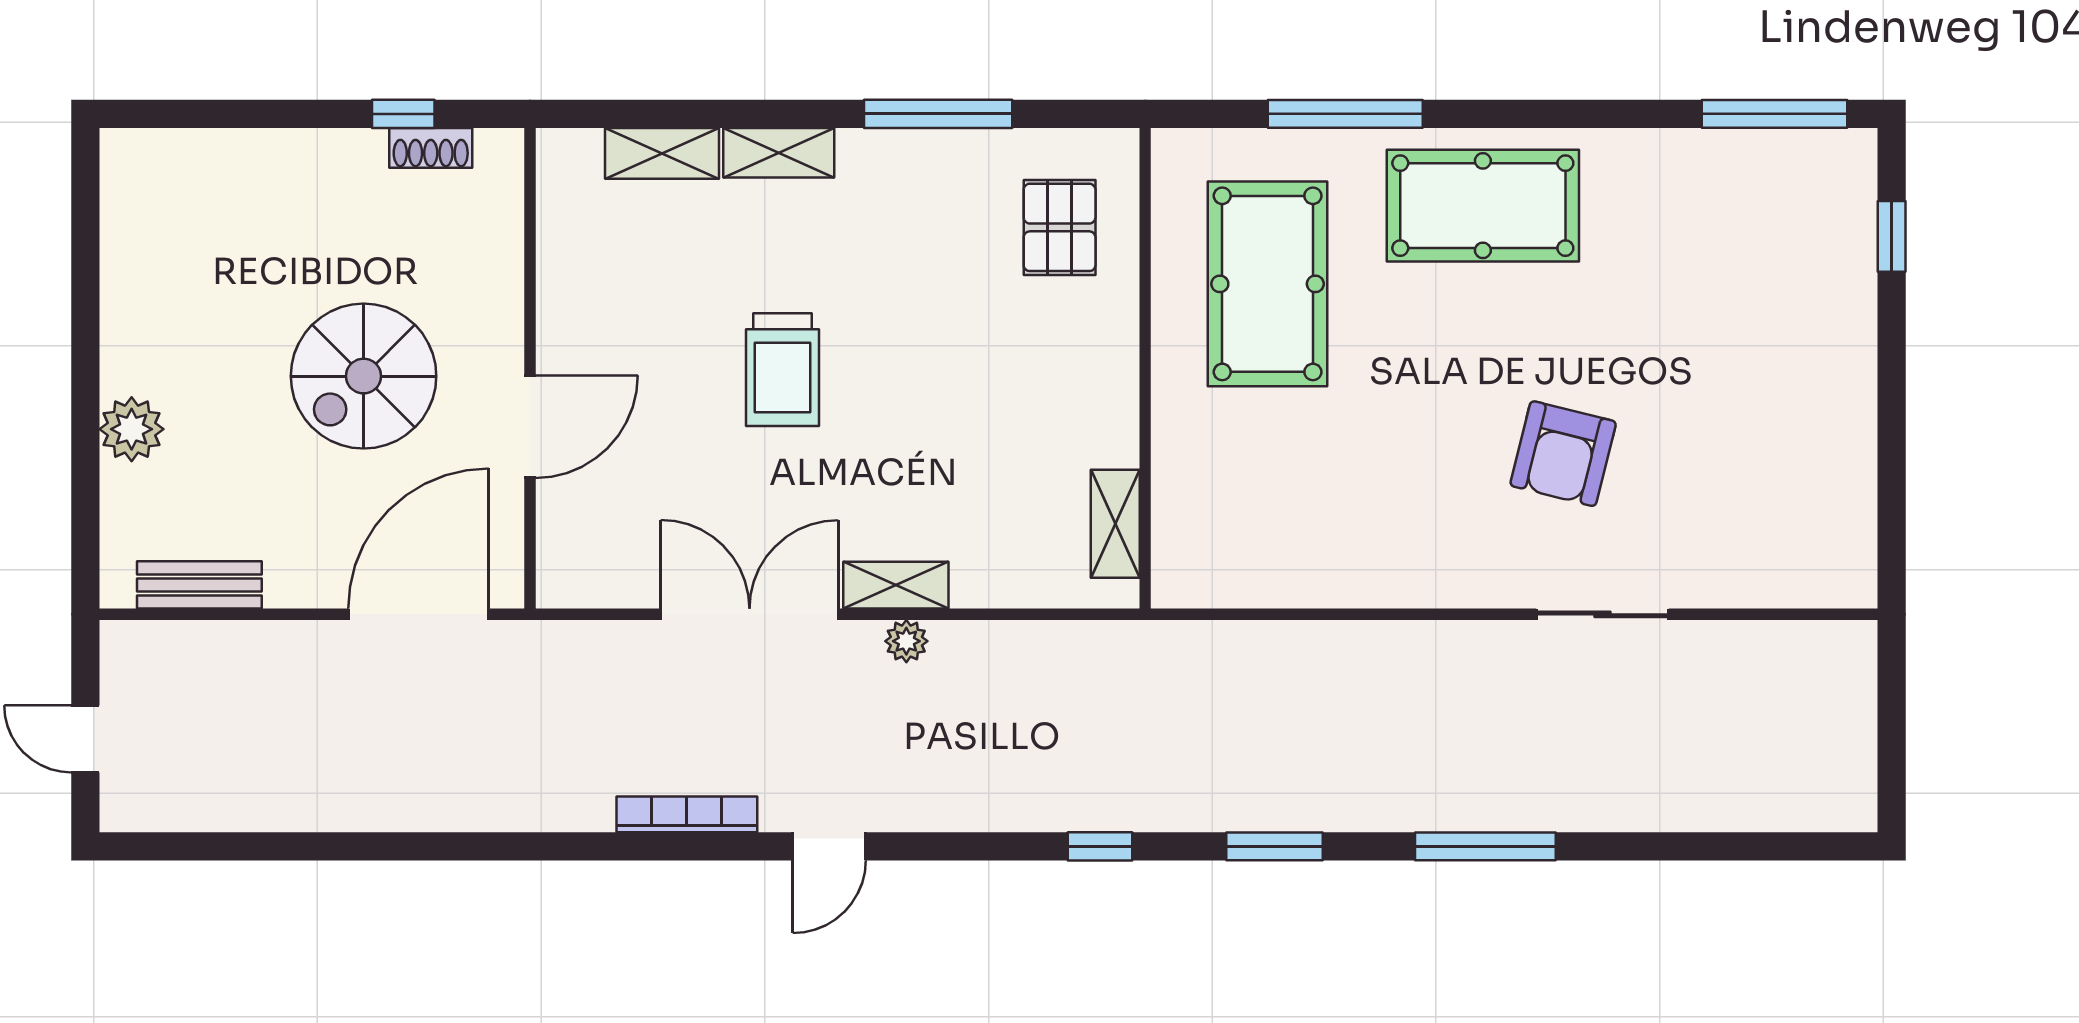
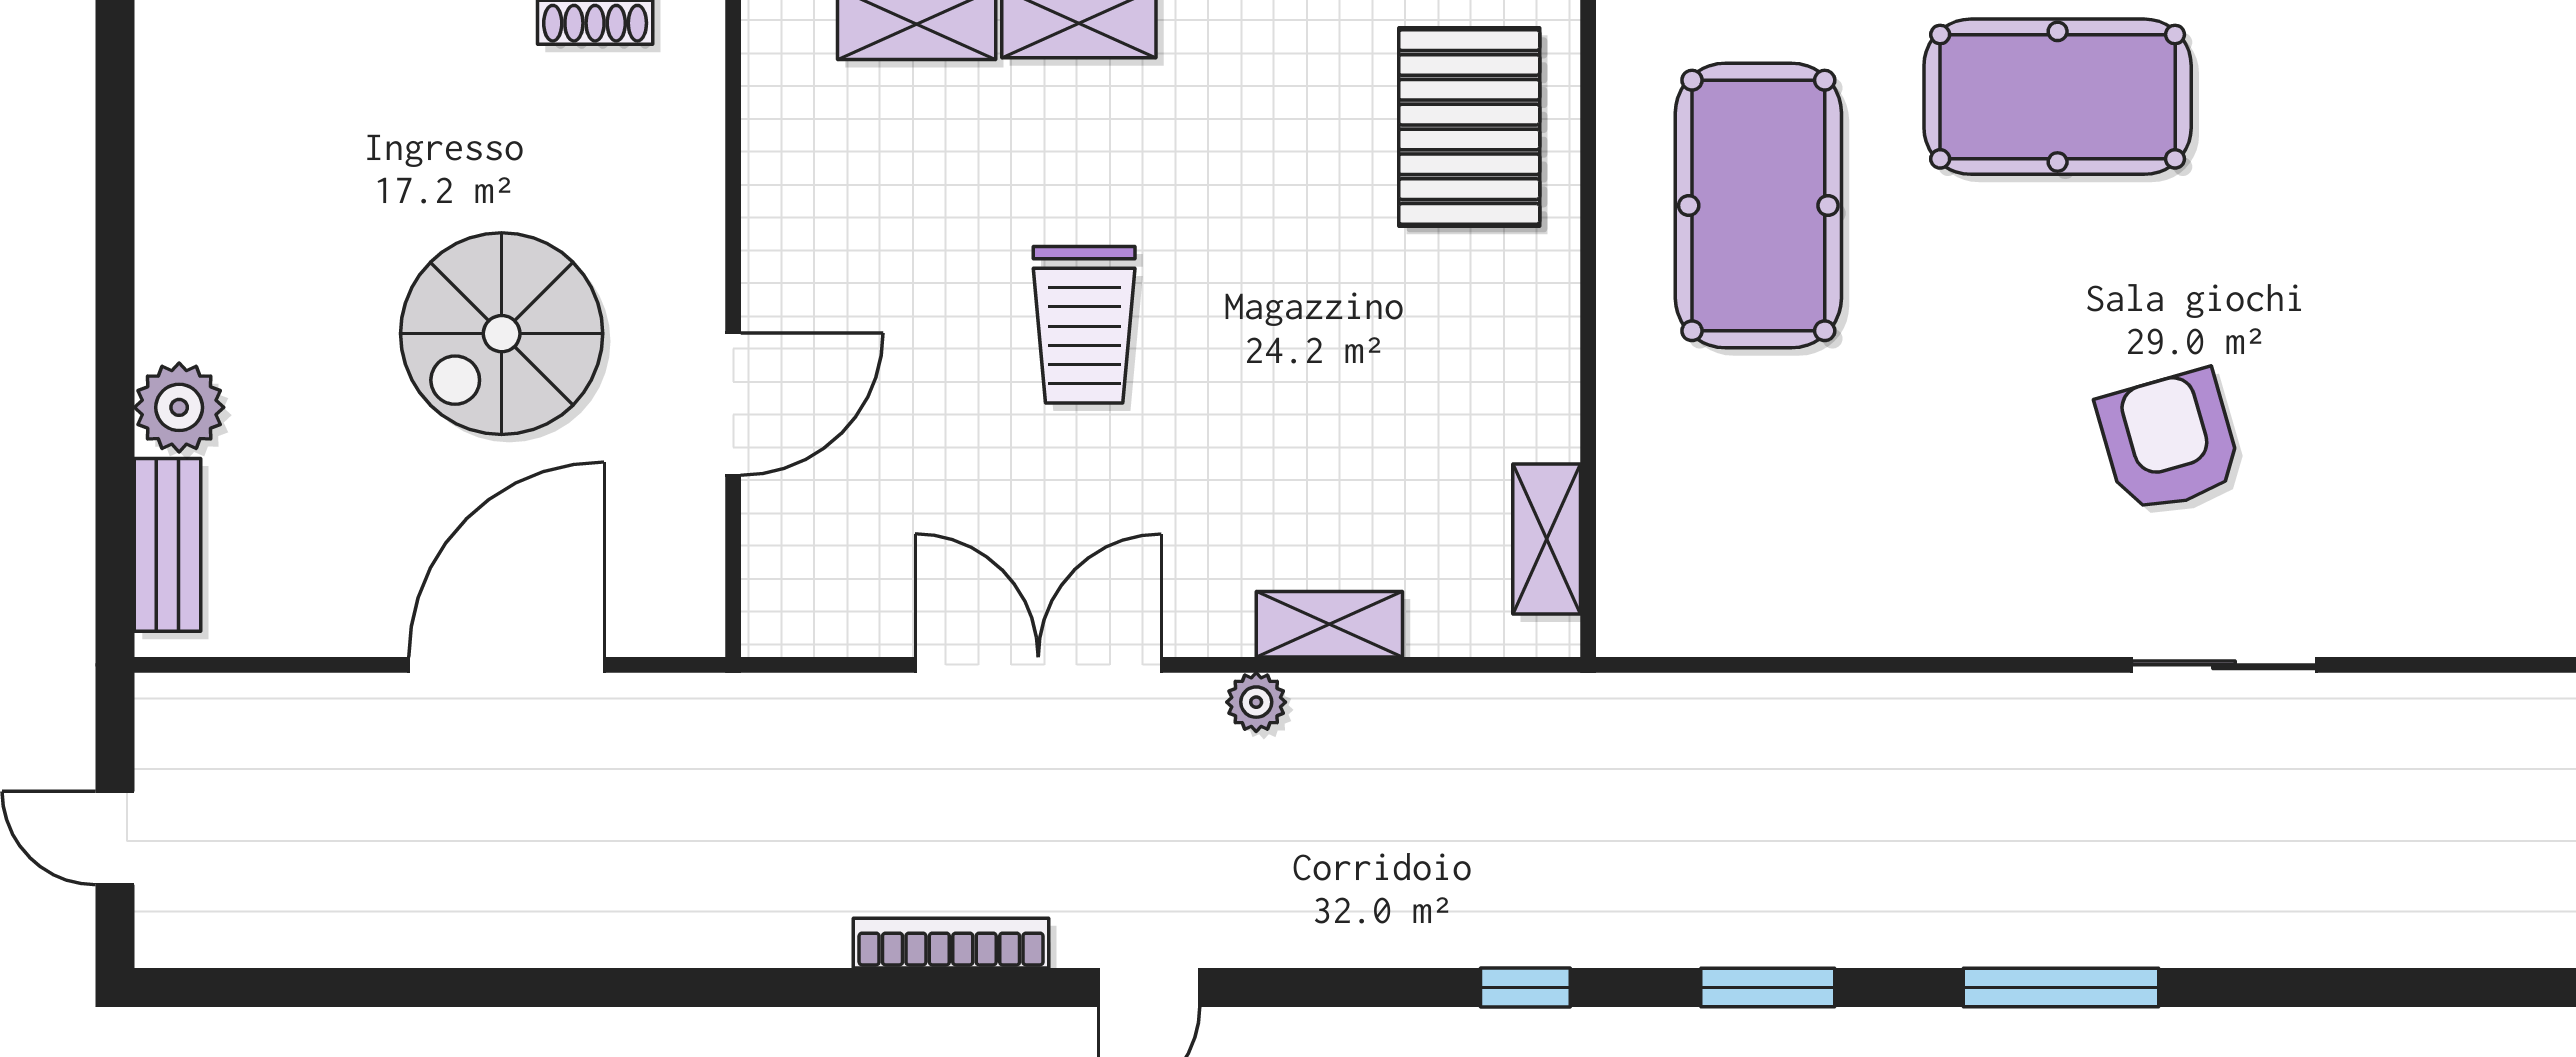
pallet: (1060, 227) -> (1469, 127), width x1.50, depth x1.42
armchair: (1563, 454) -> (2169, 441), turned 150
bench: (199, 585) -> (168, 545), moved, turned 90
shelving: (896, 585) -> (1329, 624), moved
door: (418, 614) -> (507, 665), moved

